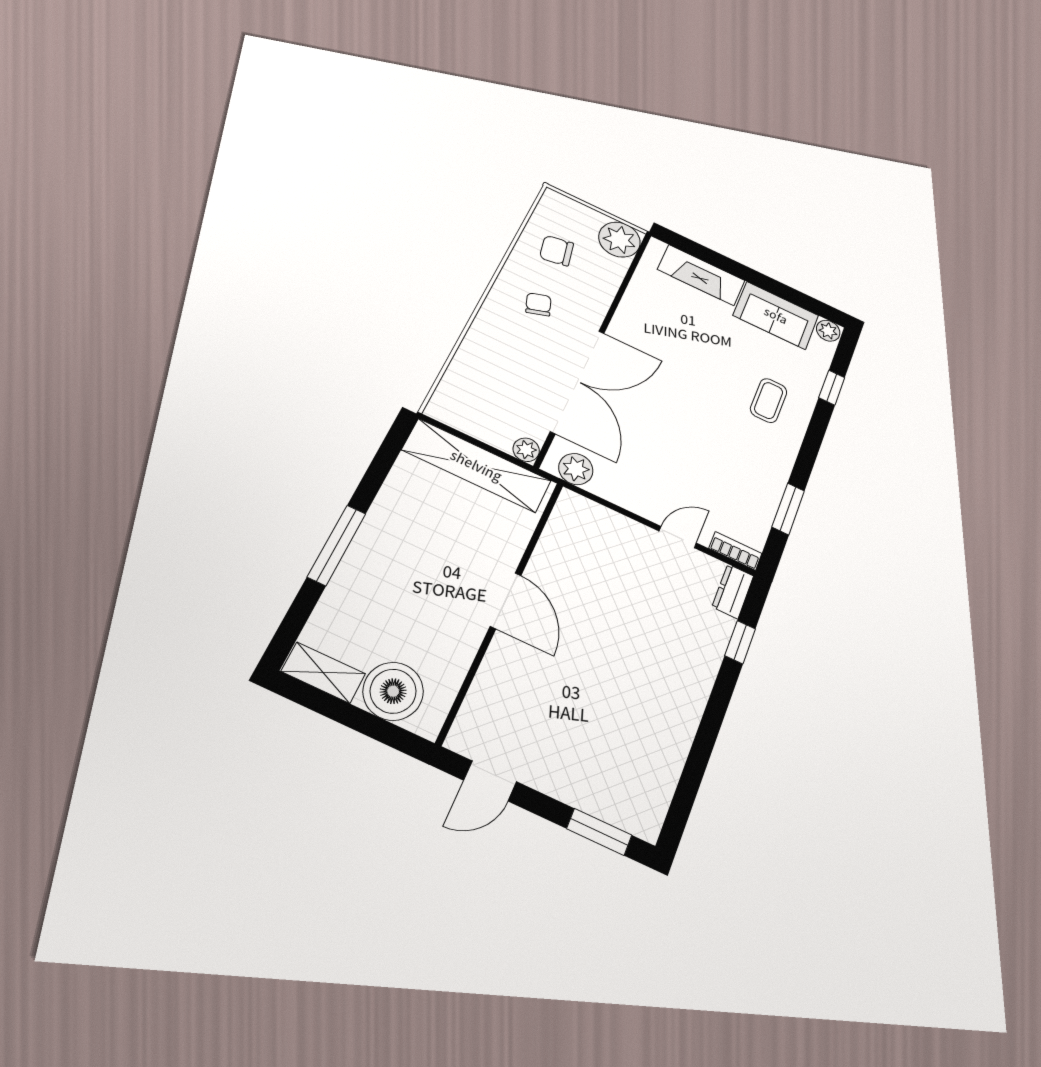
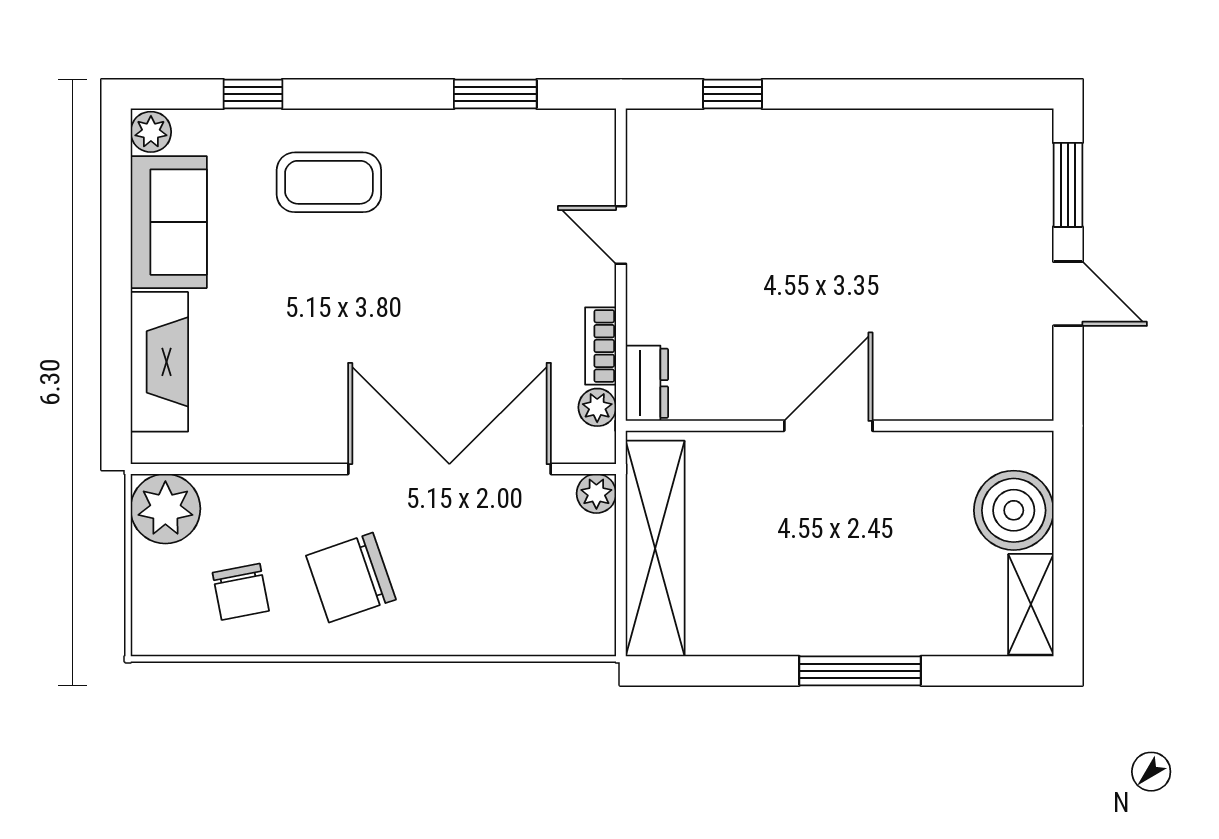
chair: (538, 304) -> (351, 578), width x1.87, depth x1.87
coffee table: (769, 400) -> (329, 182), width x1.36, depth x1.30
plant: (576, 469) -> (597, 407), width x0.73, depth x0.73
bookcase: (735, 551) -> (601, 346), moved
dresser: (733, 591) -> (647, 383), moved, turned -90
door: (490, 781) -> (1068, 294), moved

